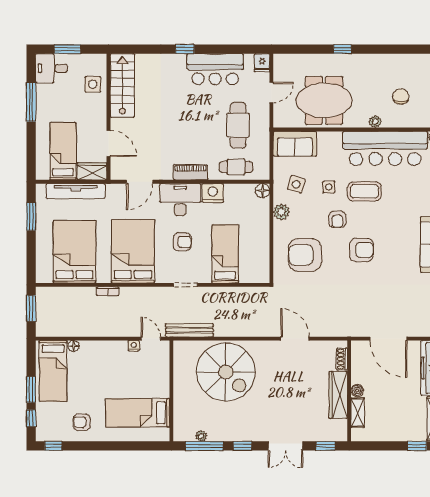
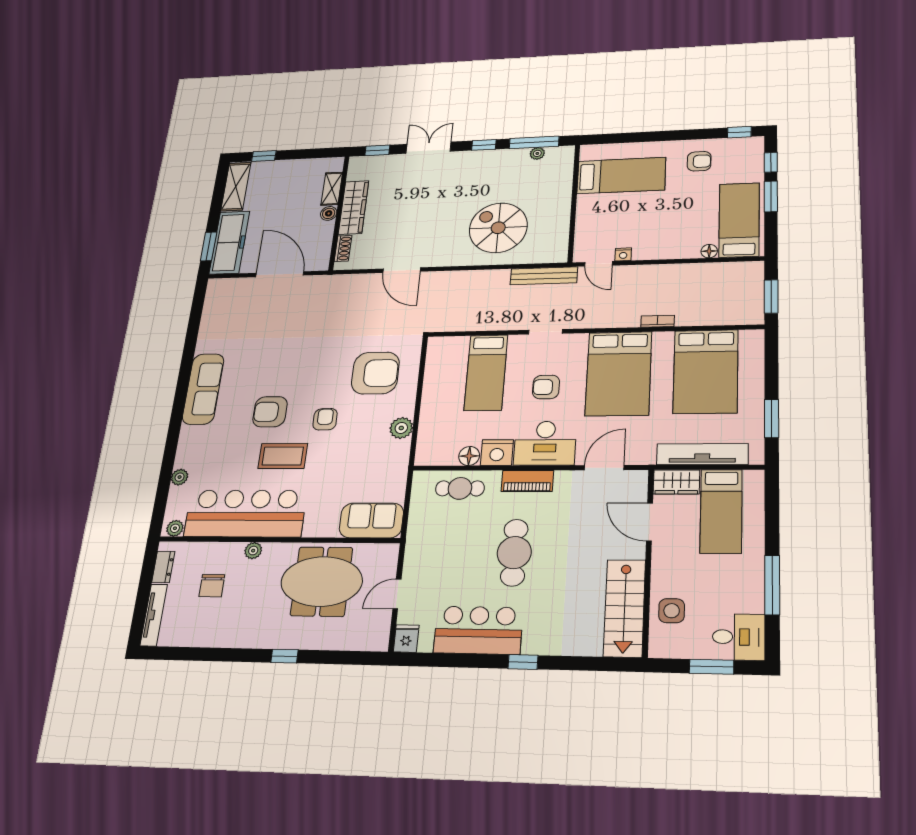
cafe table: (238, 125) -> (514, 553), moved
side table: (296, 184) -> (376, 465), removed
side table: (329, 187) -> (331, 462), removed
floor lamp: (263, 191) -> (469, 456), moved
armchair: (361, 250) -> (270, 412), moved
spiral stairs: (226, 372) -> (498, 228), width x0.73, depth x0.73

